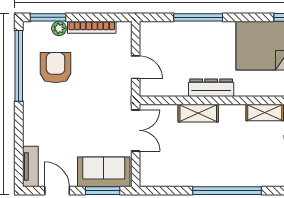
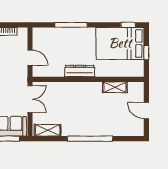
shelving: (198, 113) -> (48, 130), moved

